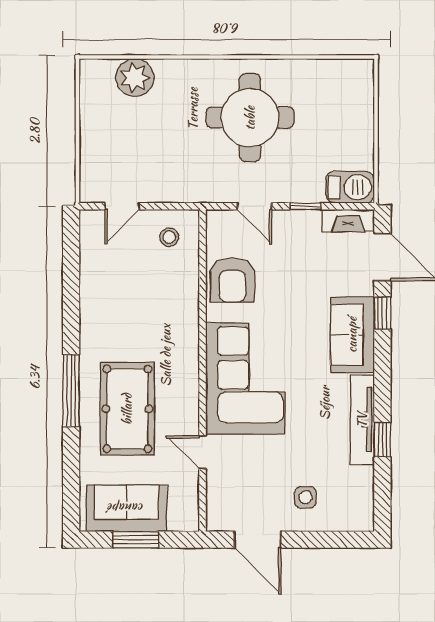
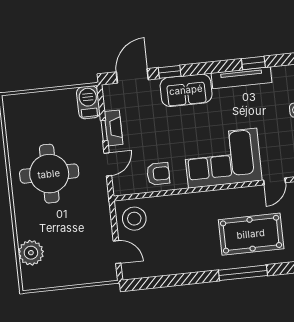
fireplace: (348, 221) -> (113, 128), moved
stool: (169, 237) -> (134, 219), width x1.89, depth x1.89
armchair: (232, 280) -> (158, 174), width x0.72, depth x0.72

